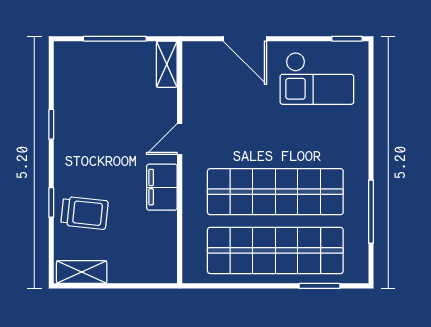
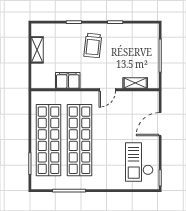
shelving: (167, 64) -> (135, 83), moved
door: (180, 139) -> (107, 90), swing flipped
filing cabinet: (162, 187) -> (68, 80), moved
trolley: (84, 213) -> (93, 45), moved
shelving: (82, 272) -> (37, 50), moved

